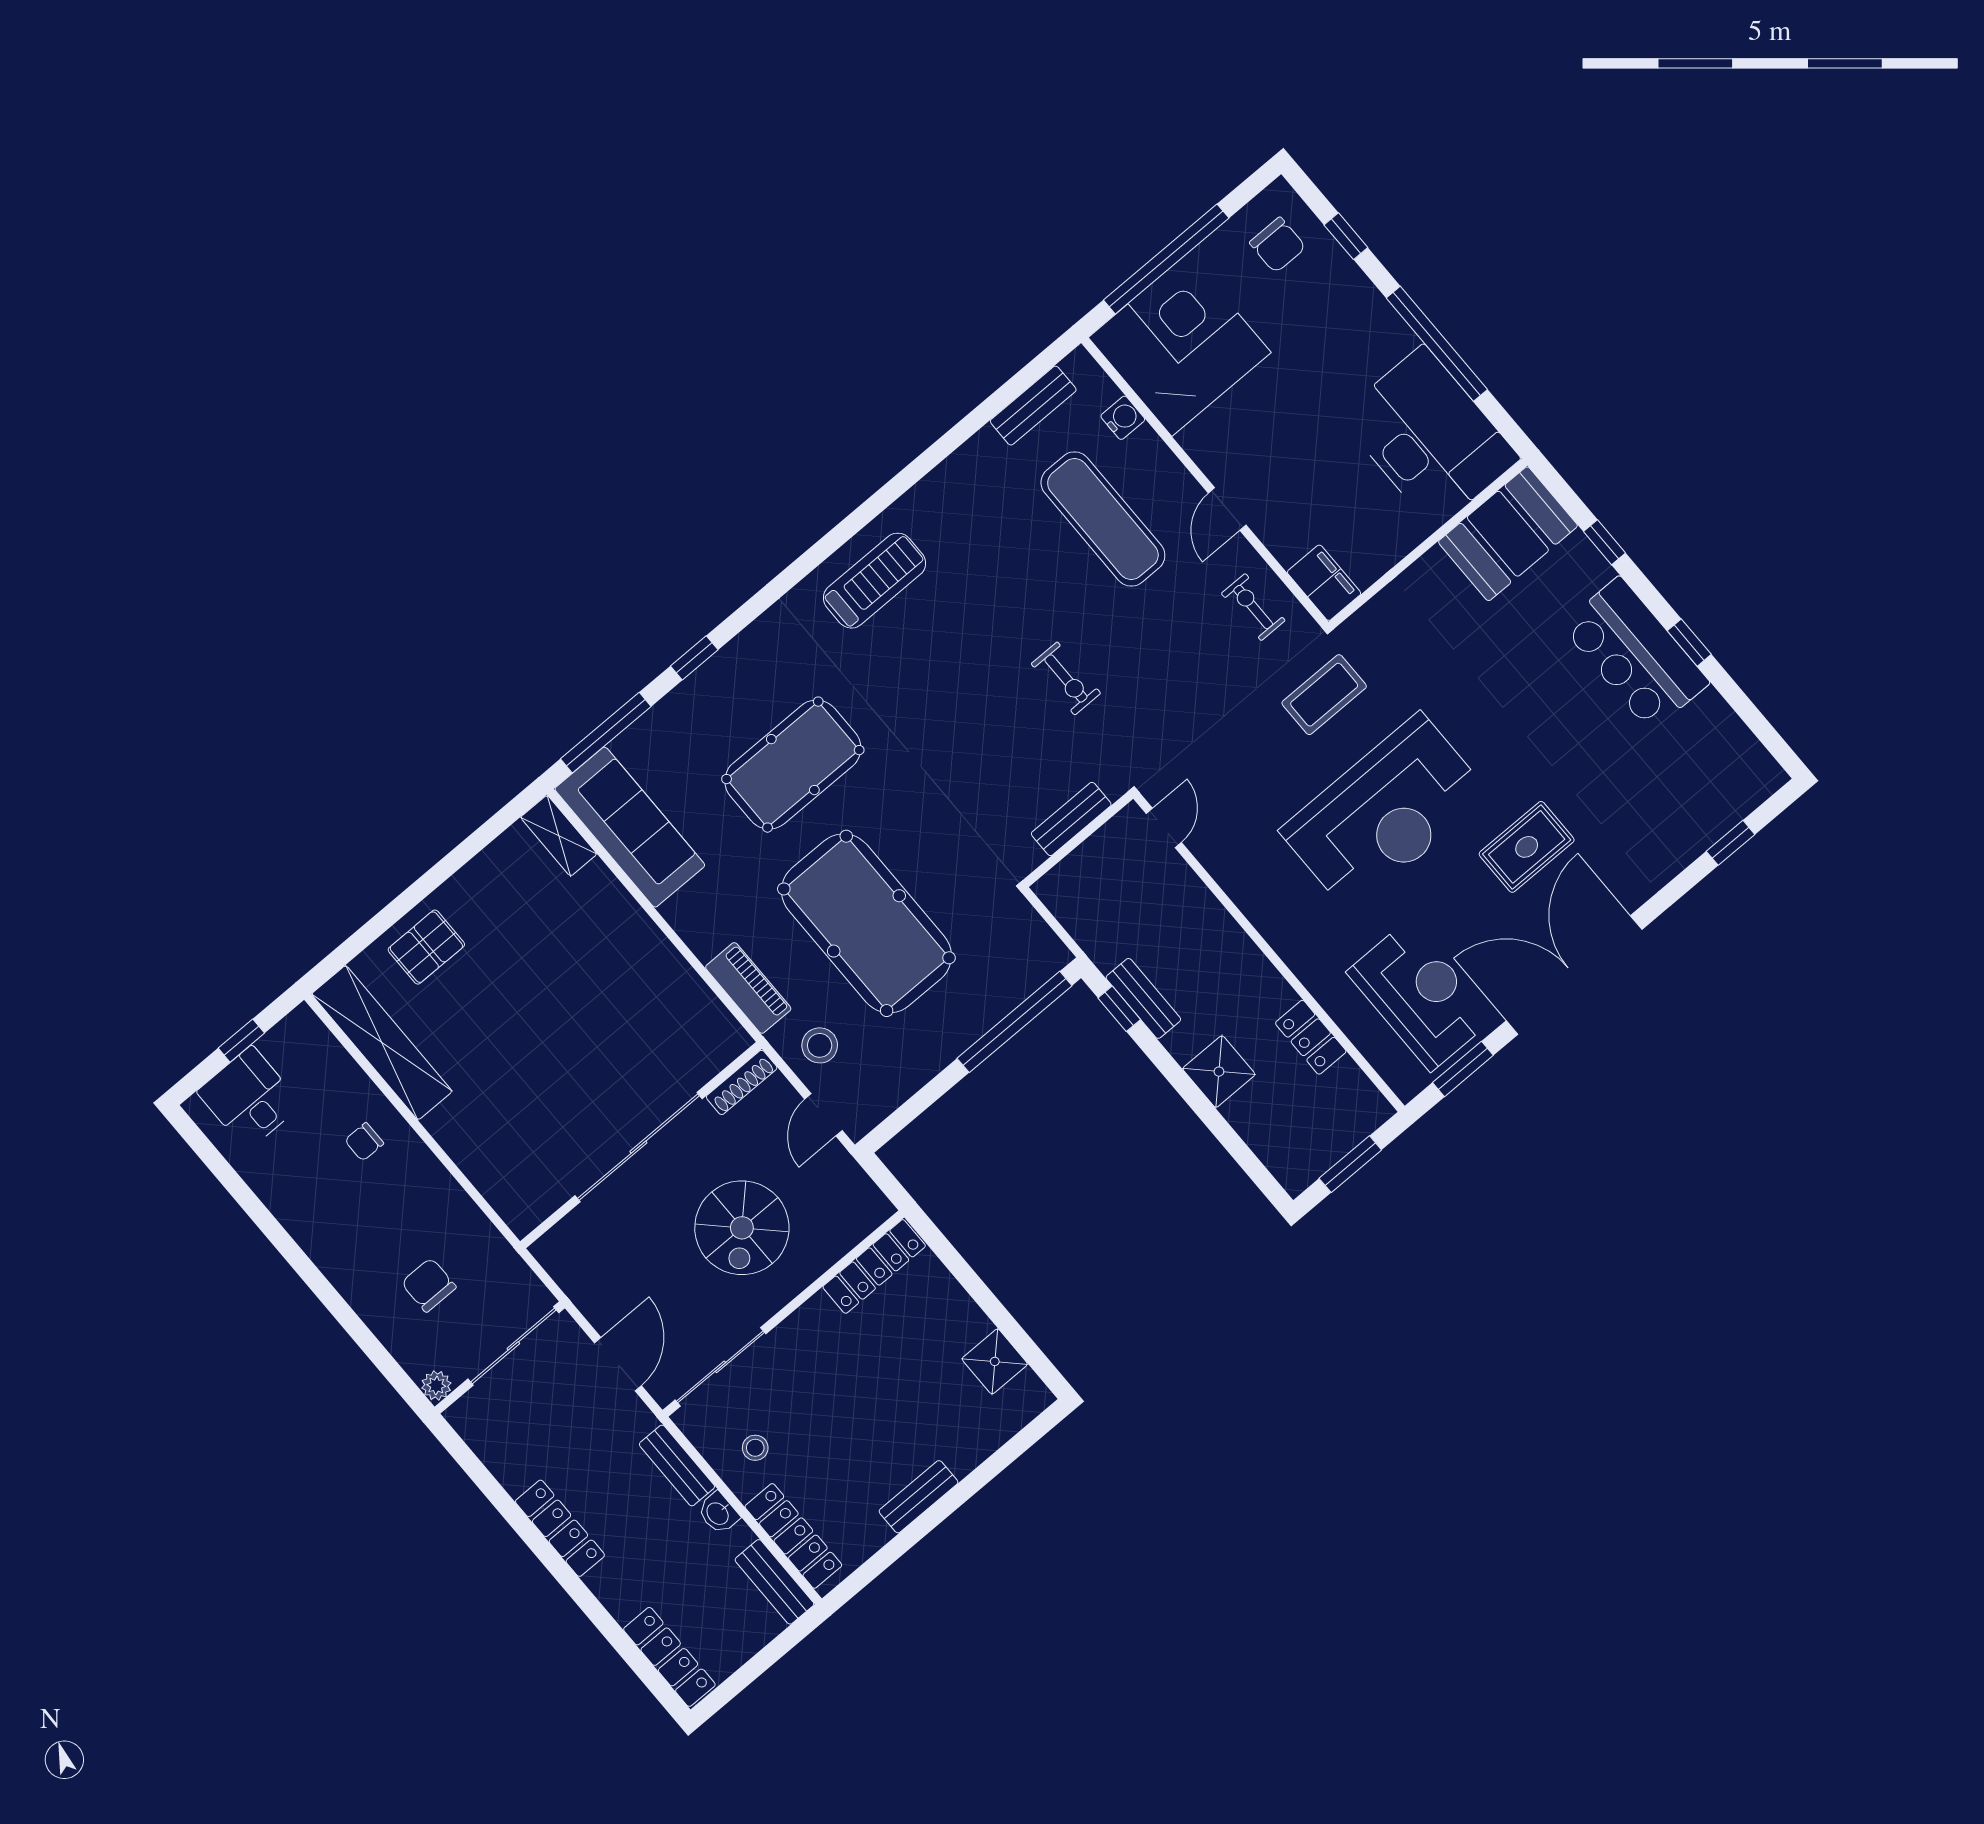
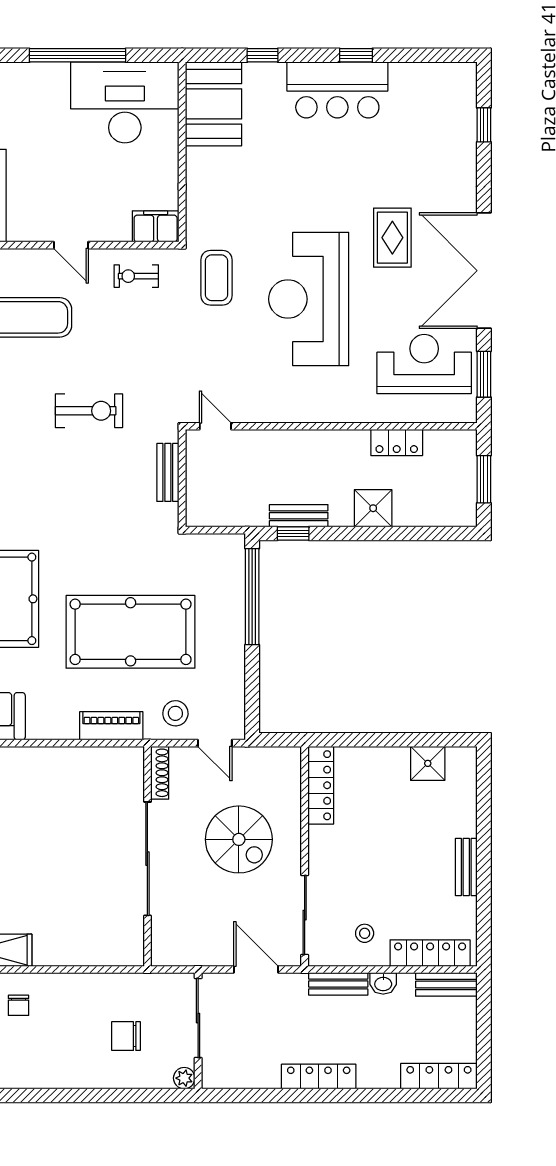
exercise bike: (1066, 678) -> (89, 411), width x1.38, depth x1.39
reception desk: (1385, 813) -> (309, 299), turned 180

